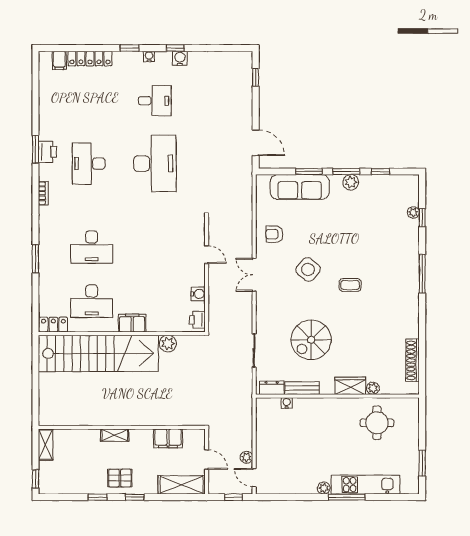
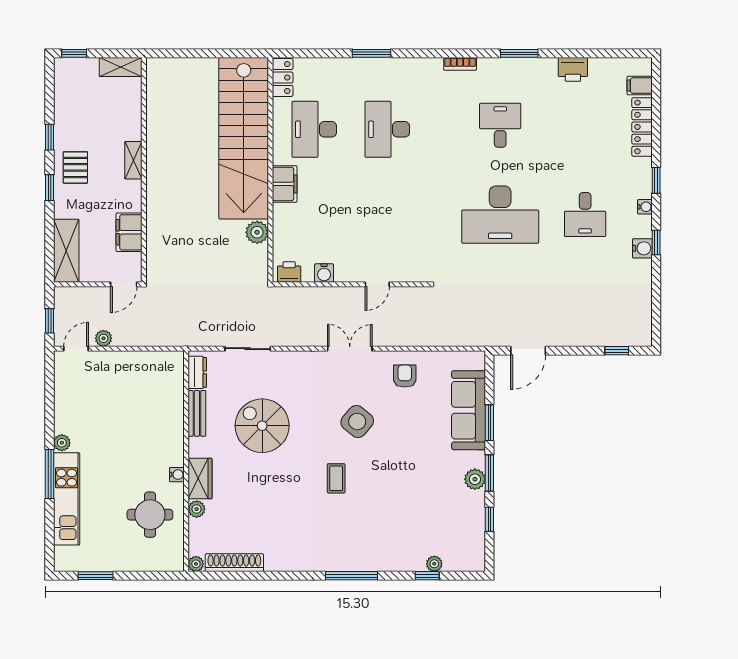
printer: (47, 152) -> (573, 69), moved
desk: (89, 164) -> (500, 125), width x0.73
plant: (413, 389) -> (196, 564), added
water cooler: (287, 403) -> (177, 475), moved
door: (207, 460) -> (124, 284), moved

